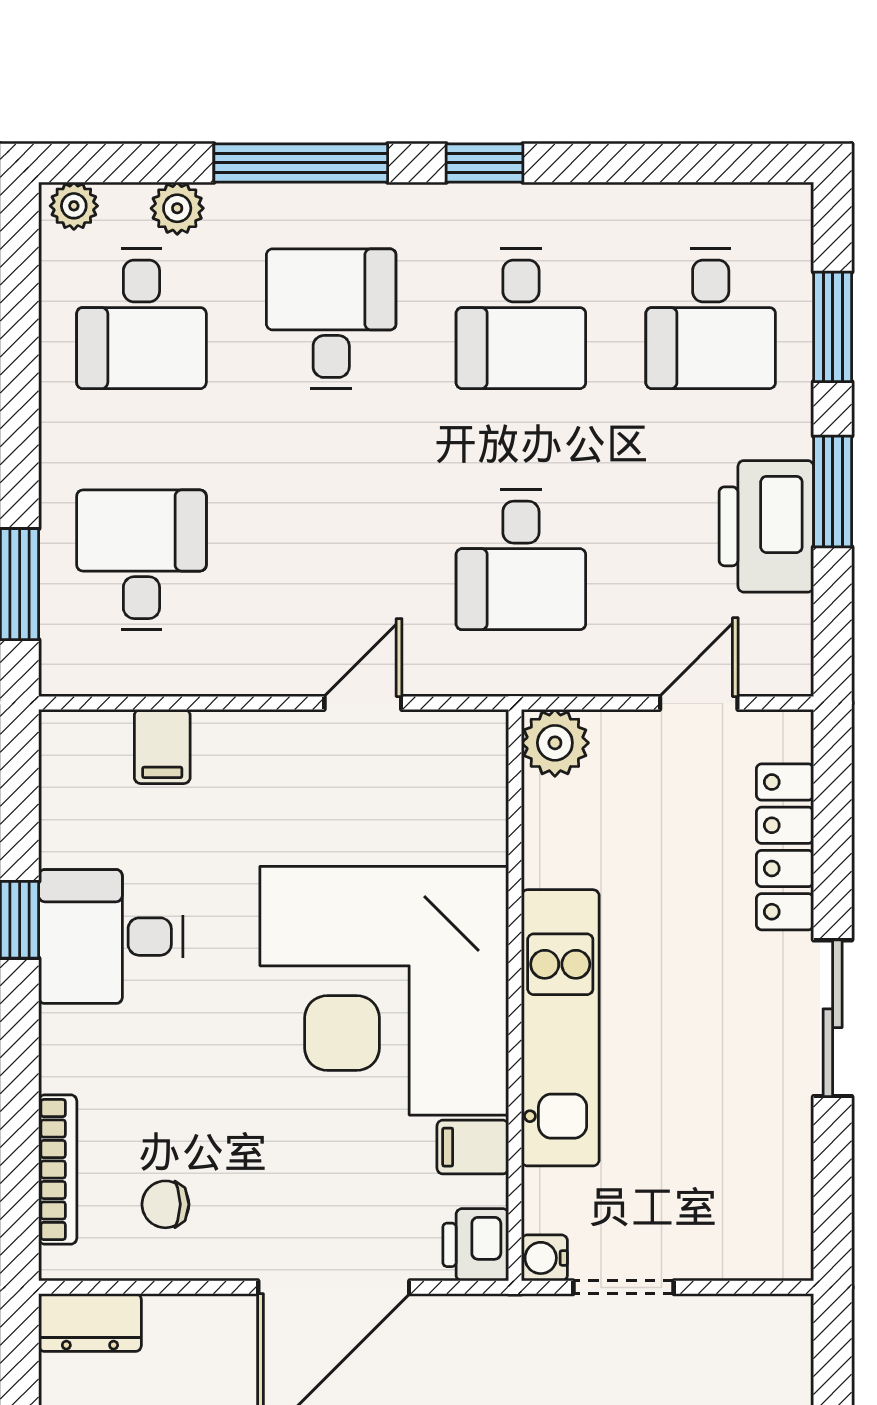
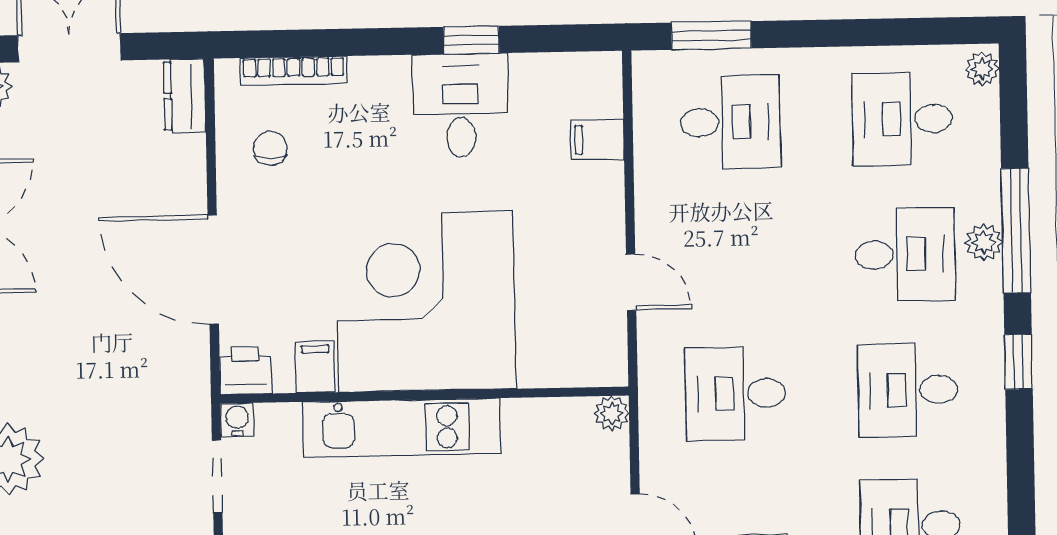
plant: (177, 208) -> (984, 242), moved
plant: (555, 743) -> (612, 413), width x0.73, depth x0.73

